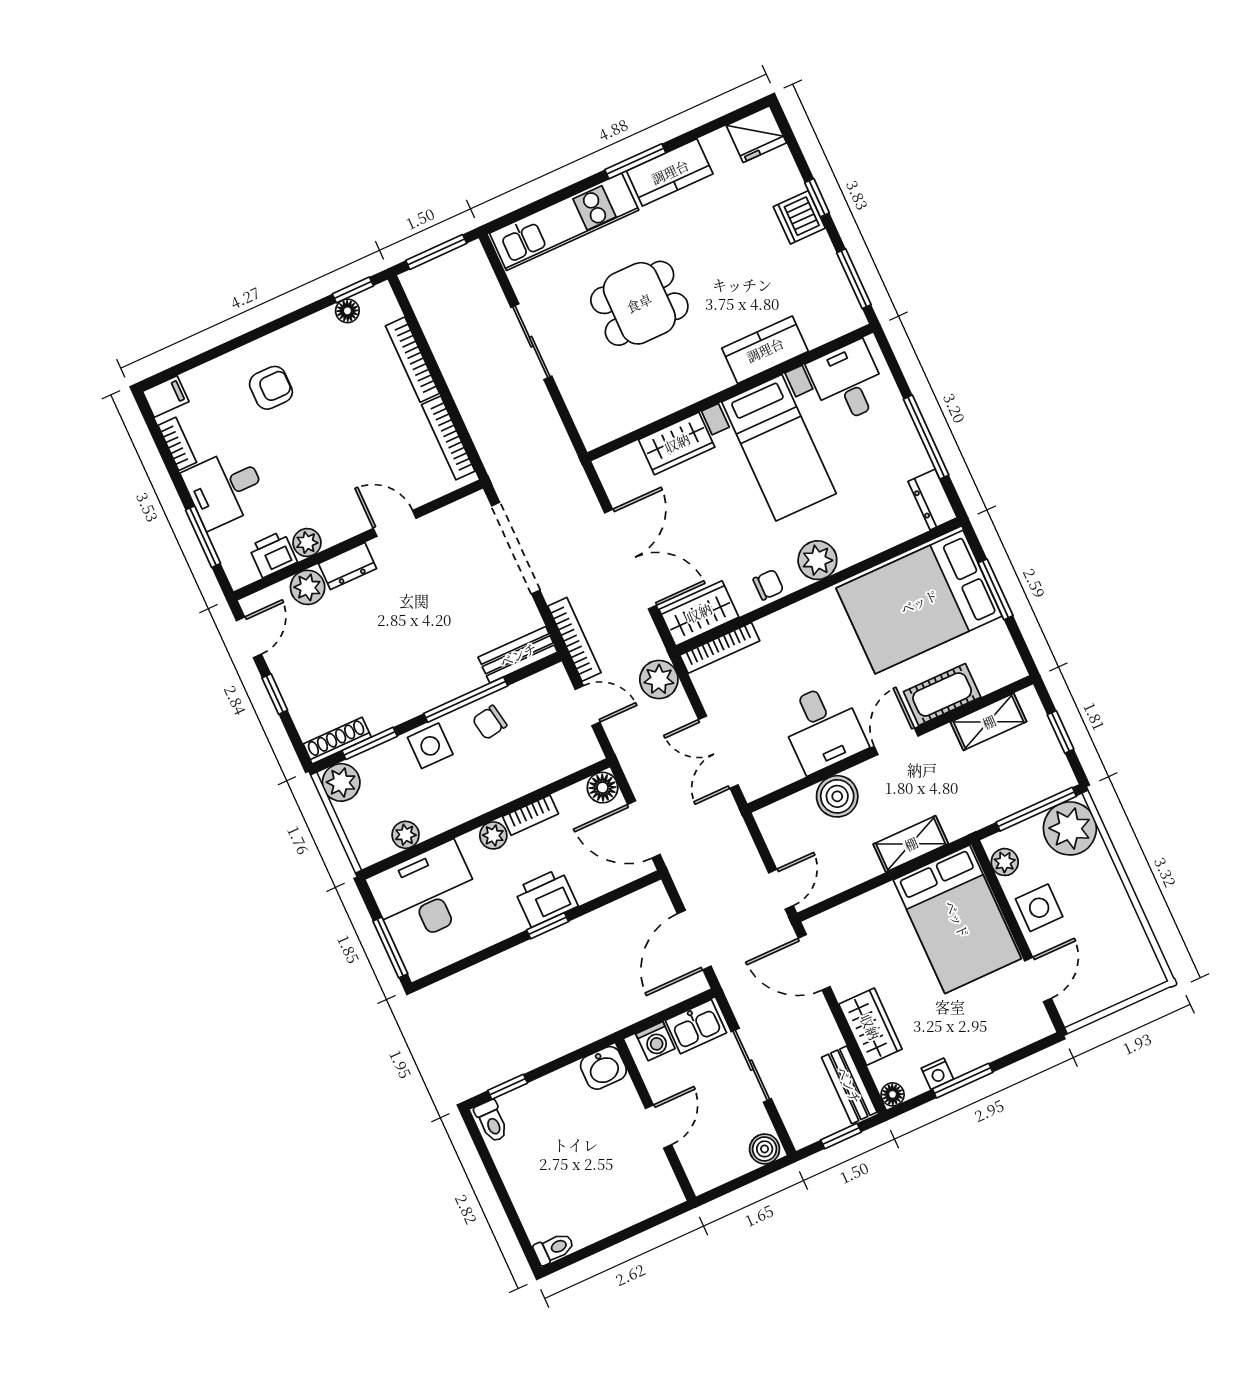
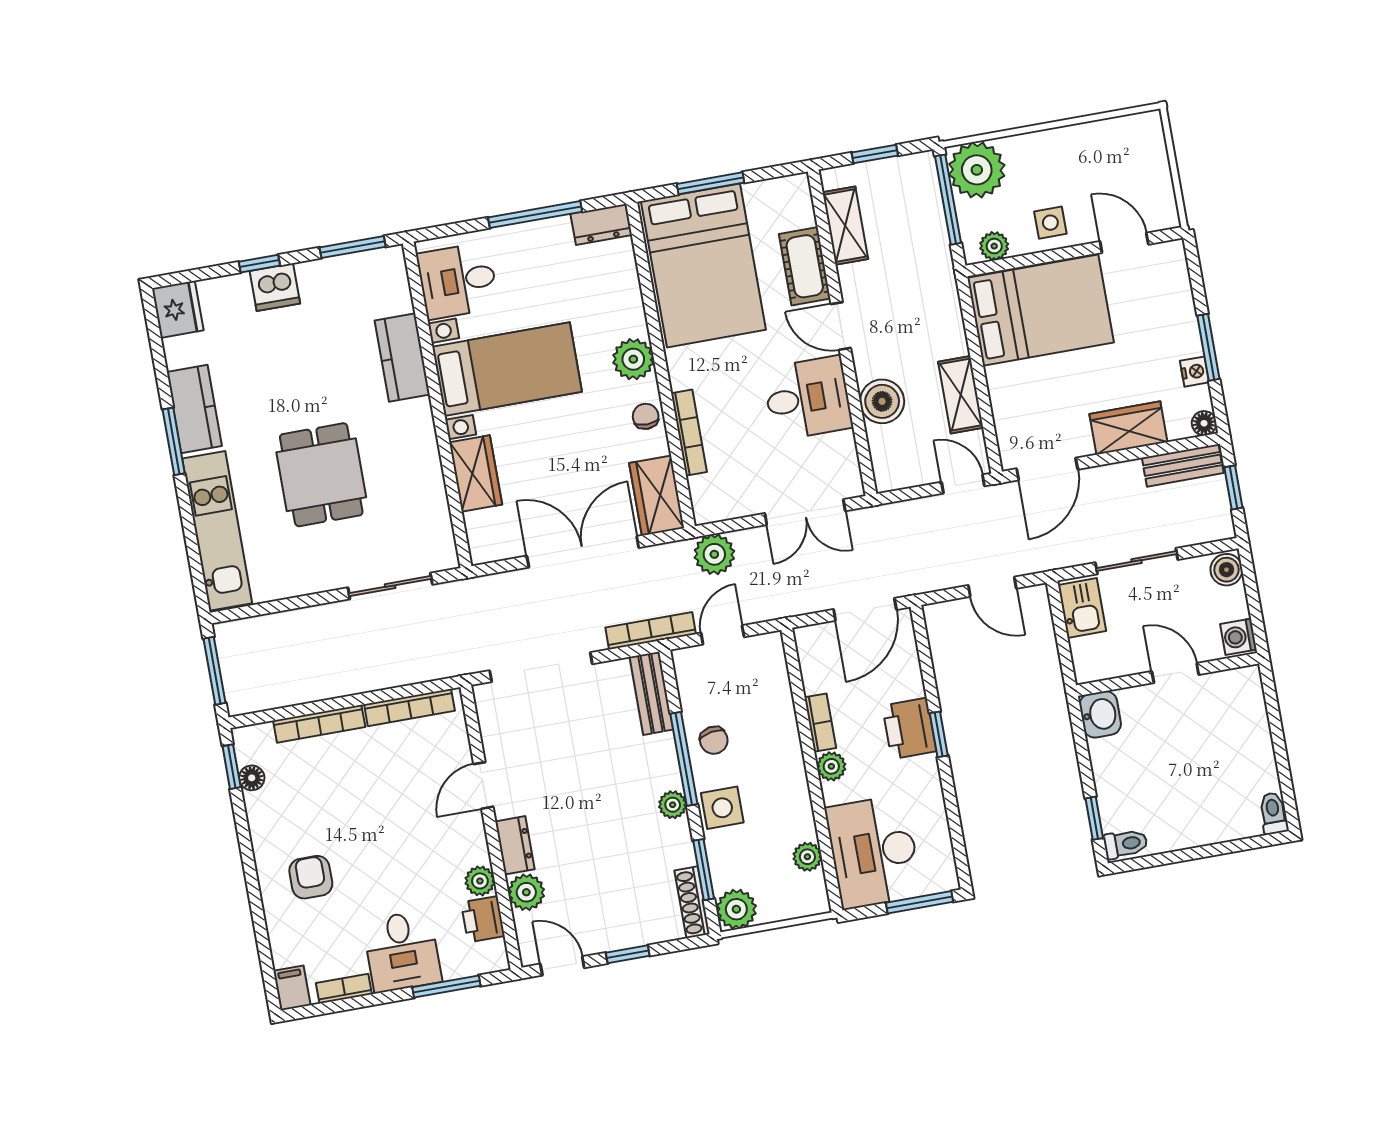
sliding door: (531, 342) -> (390, 586), moved
bookcase: (720, 648) -> (689, 433), moved
plant: (421, 700) -> (673, 805), added
floor lamp: (603, 788) -> (811, 641), removed
shelving: (911, 844) -> (961, 395), moved
side table: (1039, 908) -> (1050, 223), width x0.73, depth x0.73
door: (694, 940) -> (992, 587), width x0.73
washing machine: (655, 1041) -> (1238, 637), moved, turned 180

